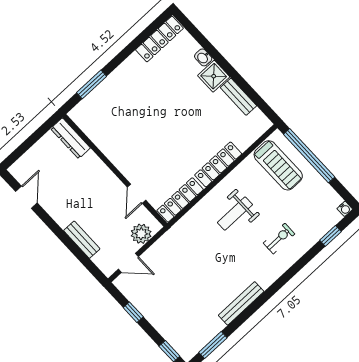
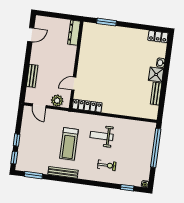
locker: (159, 39) -> (158, 37), width x0.66
locker: (218, 164) -> (118, 110), removed
treadmill: (278, 165) -> (69, 144), moved
window: (133, 312) -> (17, 140), moved

